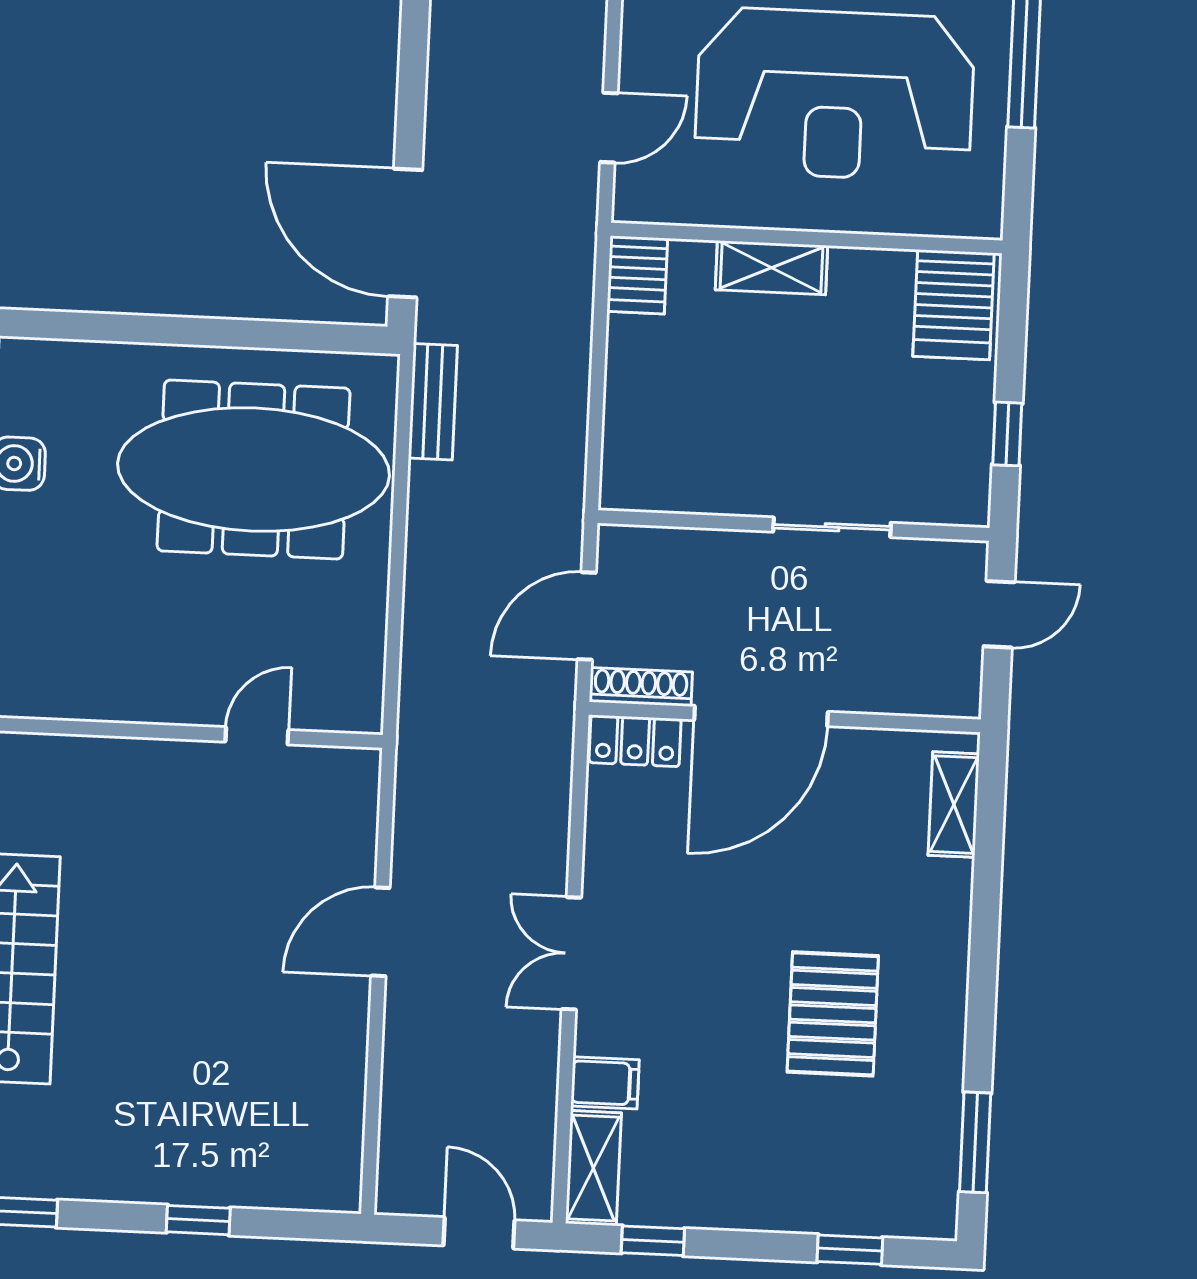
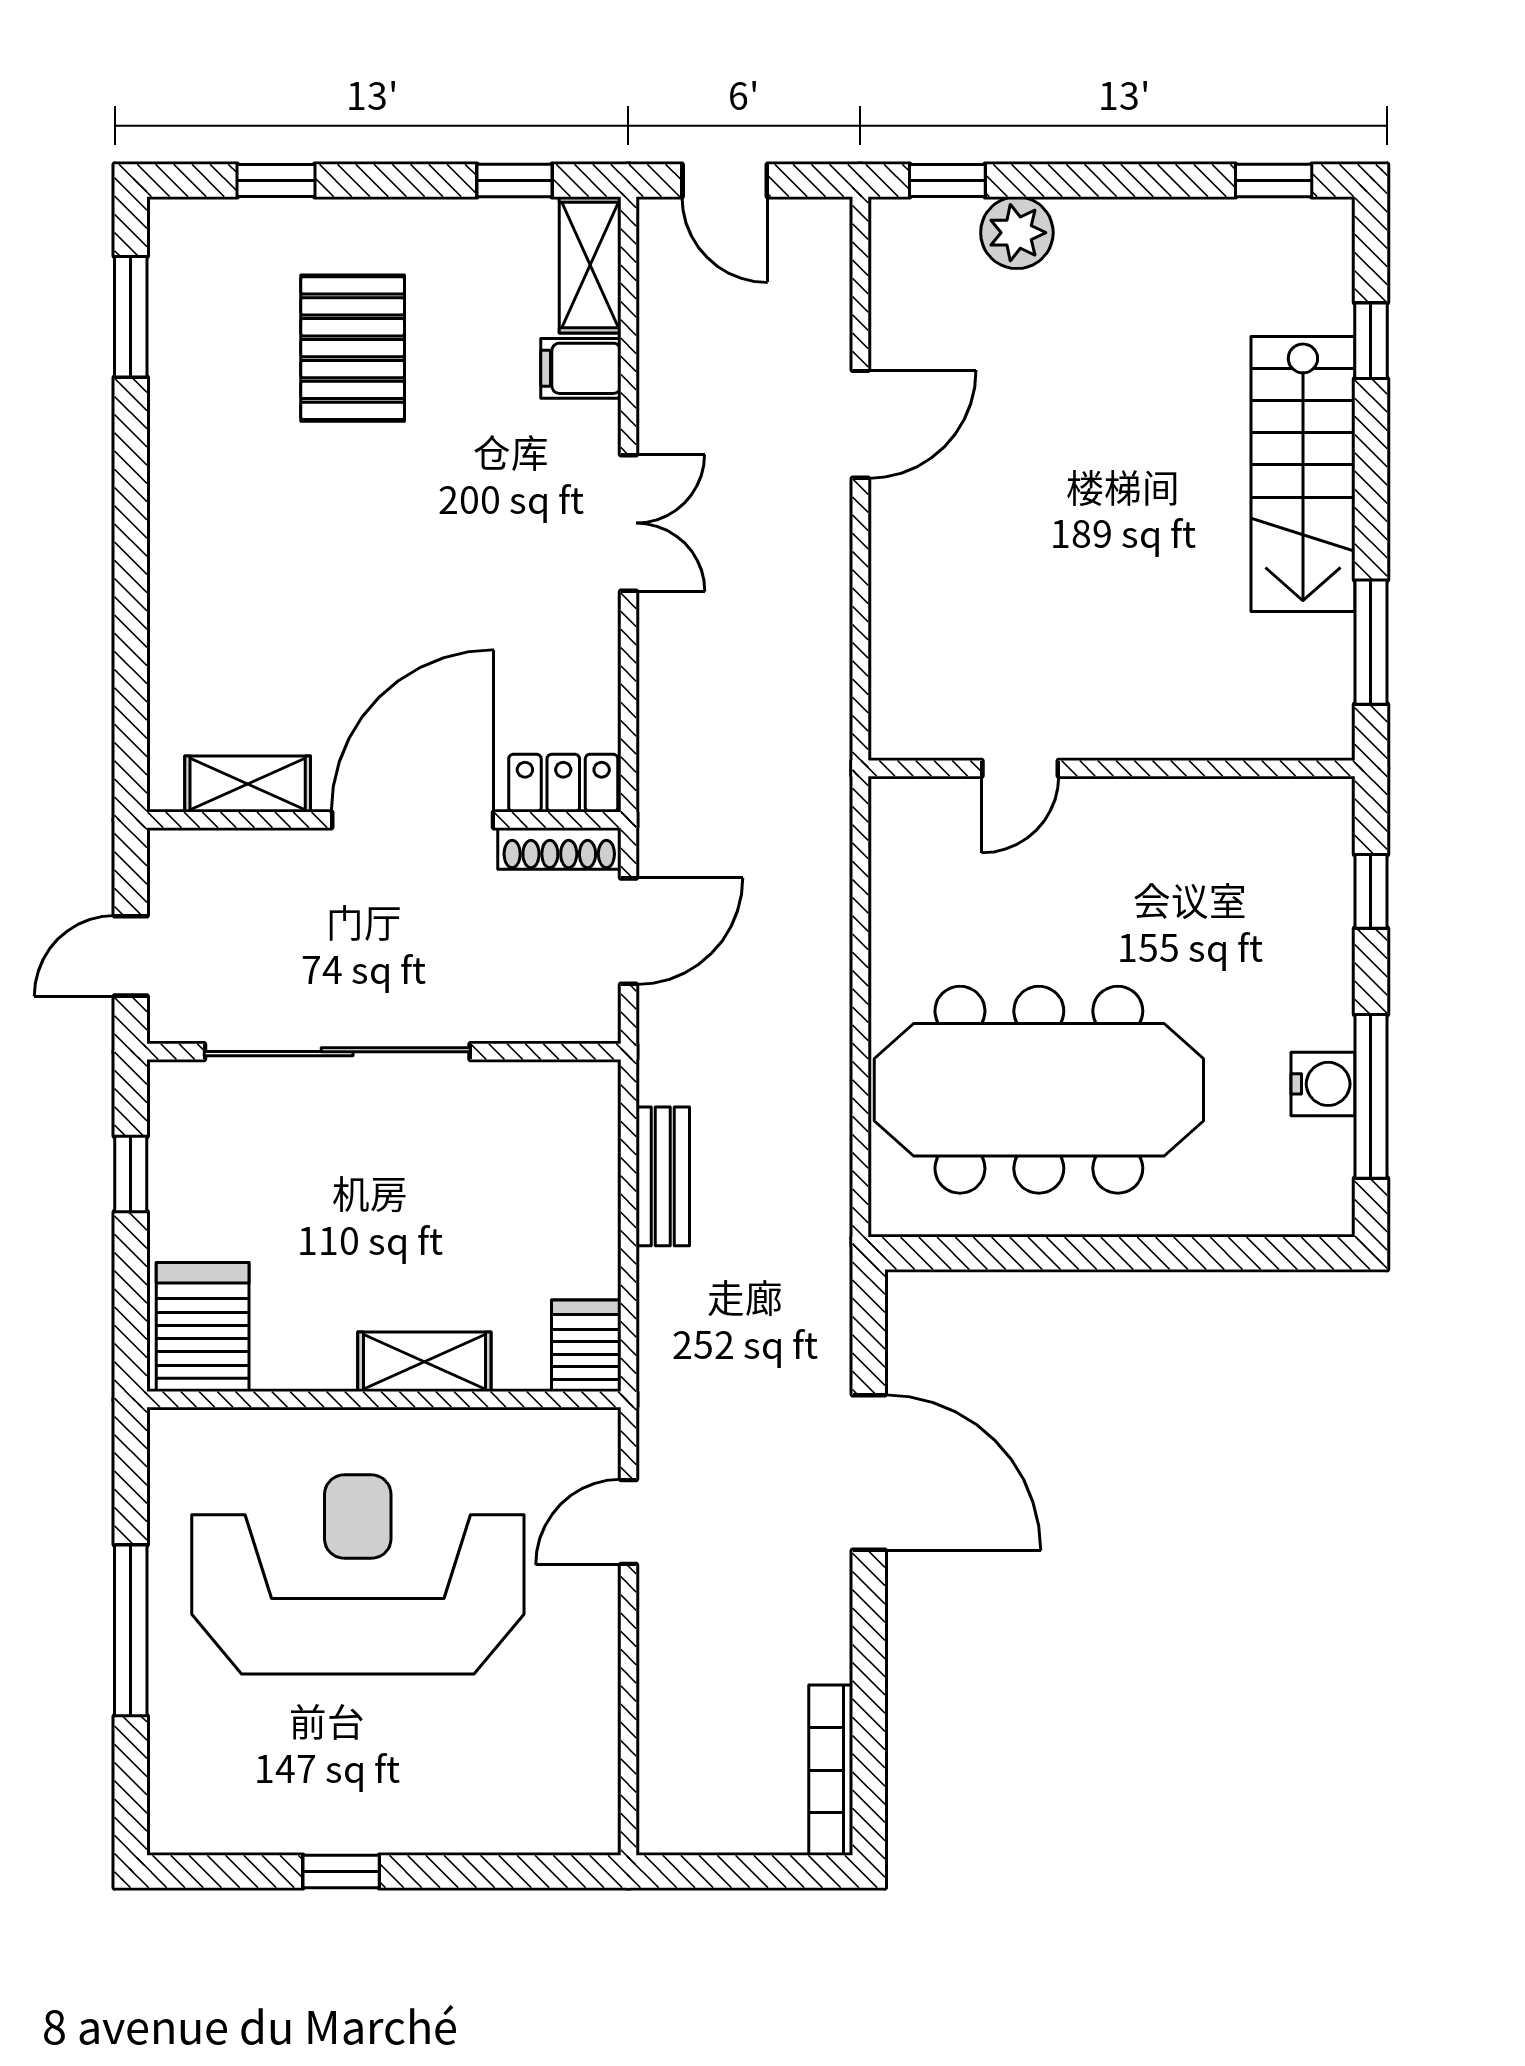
door: (405, 233) -> (869, 1473), moved
bench: (433, 402) -> (663, 1176), moved
sliding door: (832, 527) -> (337, 1052), width x1.86
shelving: (954, 805) -> (248, 784), moved, turned 90
door: (380, 932) -> (860, 424), moved
pallet: (833, 1014) -> (353, 348), moved
plant: (239, 1179) -> (1017, 233), added
window: (198, 1220) -> (947, 180), moved

